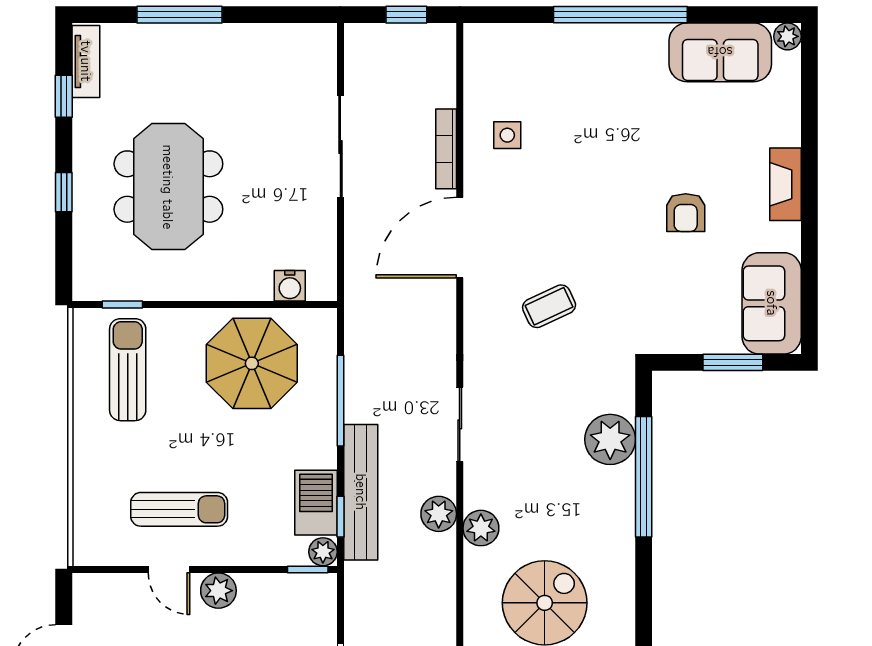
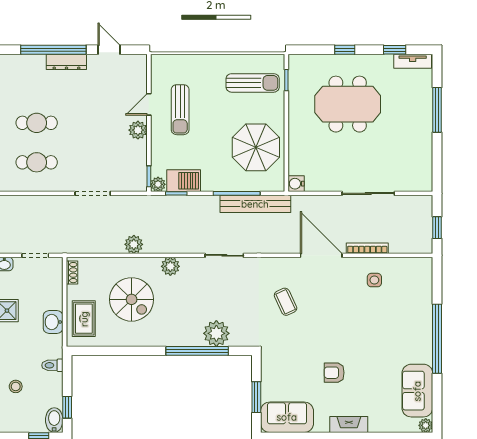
water cooler: (290, 286) -> (296, 184), moved
bench: (361, 492) -> (255, 204), moved
plant: (439, 514) -> (134, 244), moved

